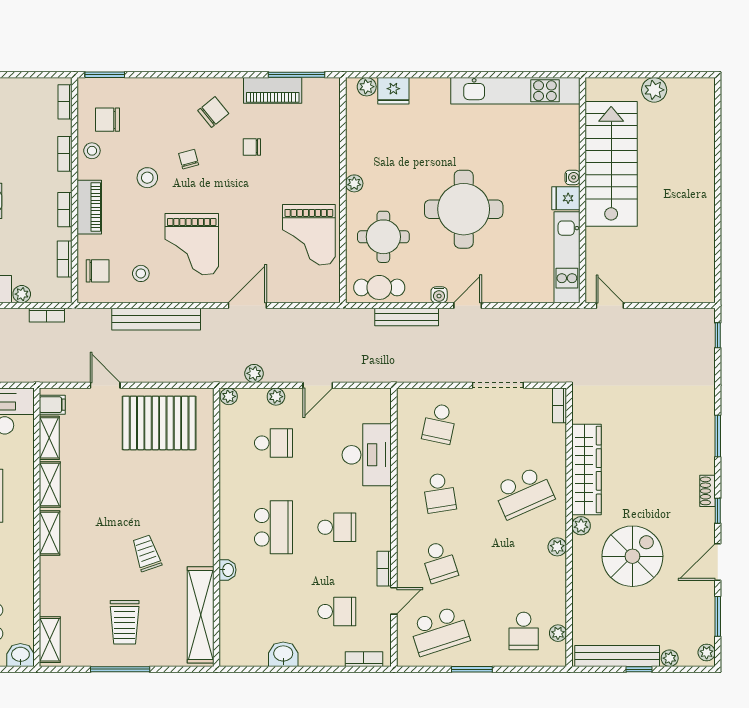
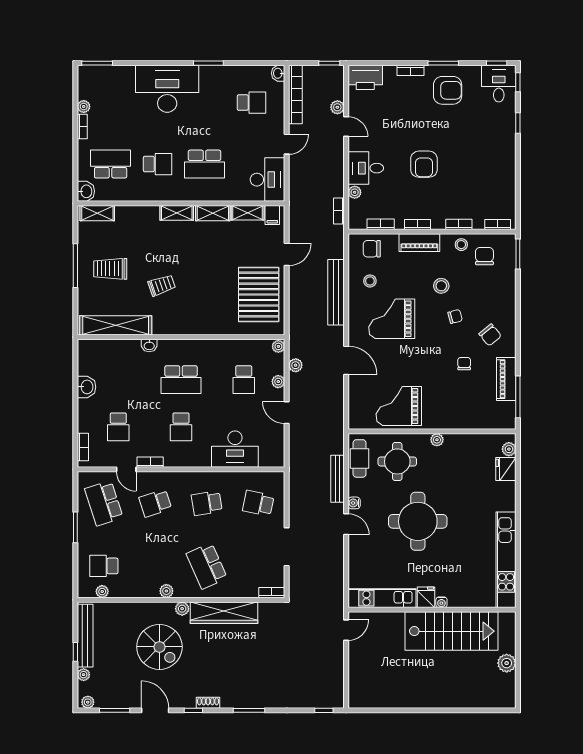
chair: (98, 271) -> (372, 249), turned 90

